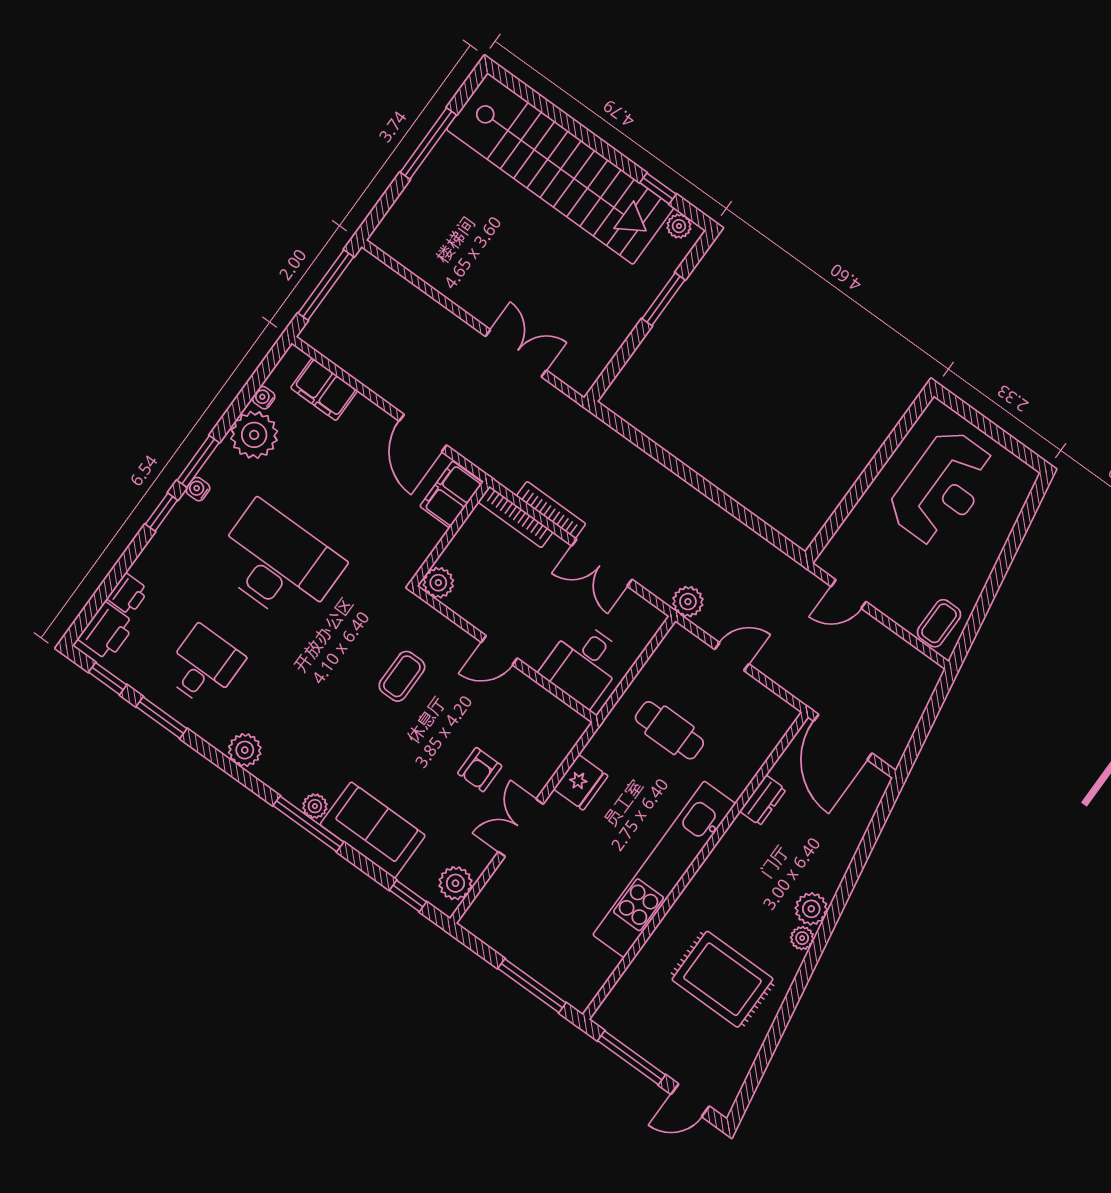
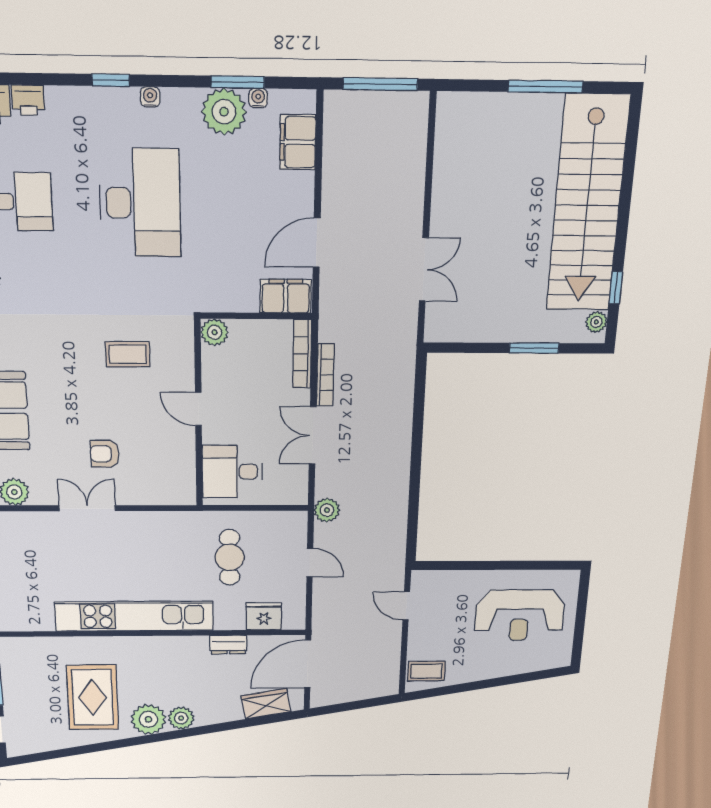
window: (198, 461) -> (238, 82), moved
fridge: (581, 782) -> (264, 616), moved, turned 180
wardrobe: (858, 811) -> (266, 704), added
plant: (802, 938) -> (148, 719), width x1.88, depth x1.88

